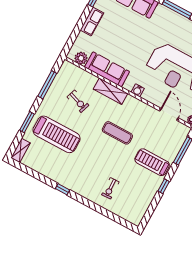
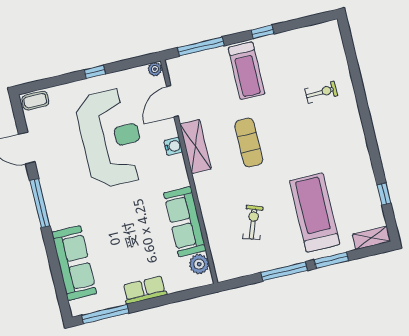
window: (47, 85) -> (284, 271), moved
water cooler: (138, 90) -> (173, 146), moved
shelving: (110, 91) -> (195, 146), moved
window: (62, 189) -> (384, 194), moved

